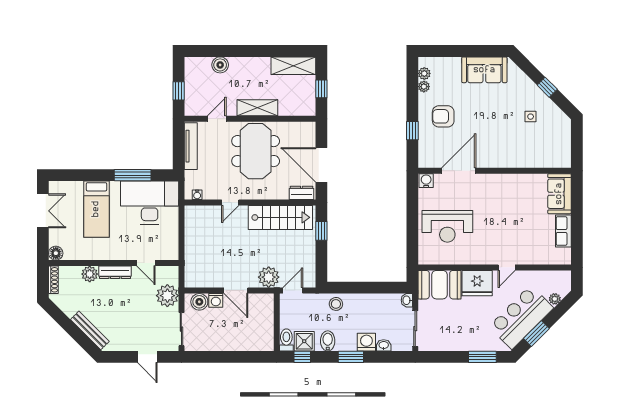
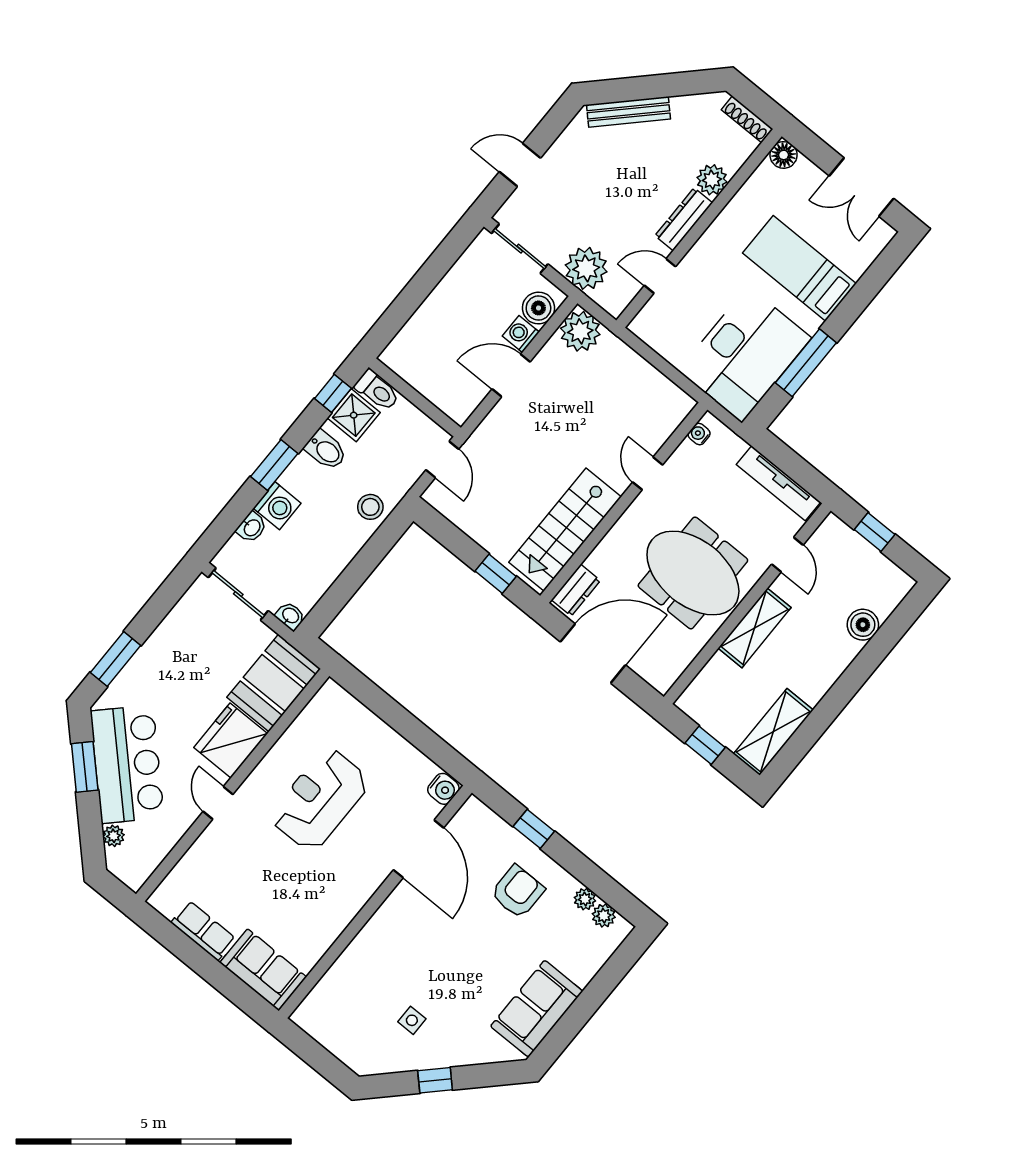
reception desk: (447, 226) -> (320, 800), moved
plant: (269, 277) -> (580, 331), moved

